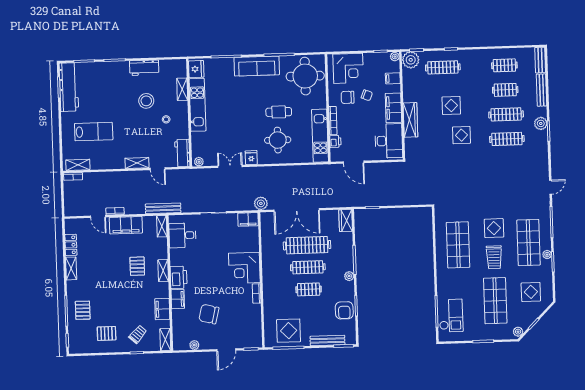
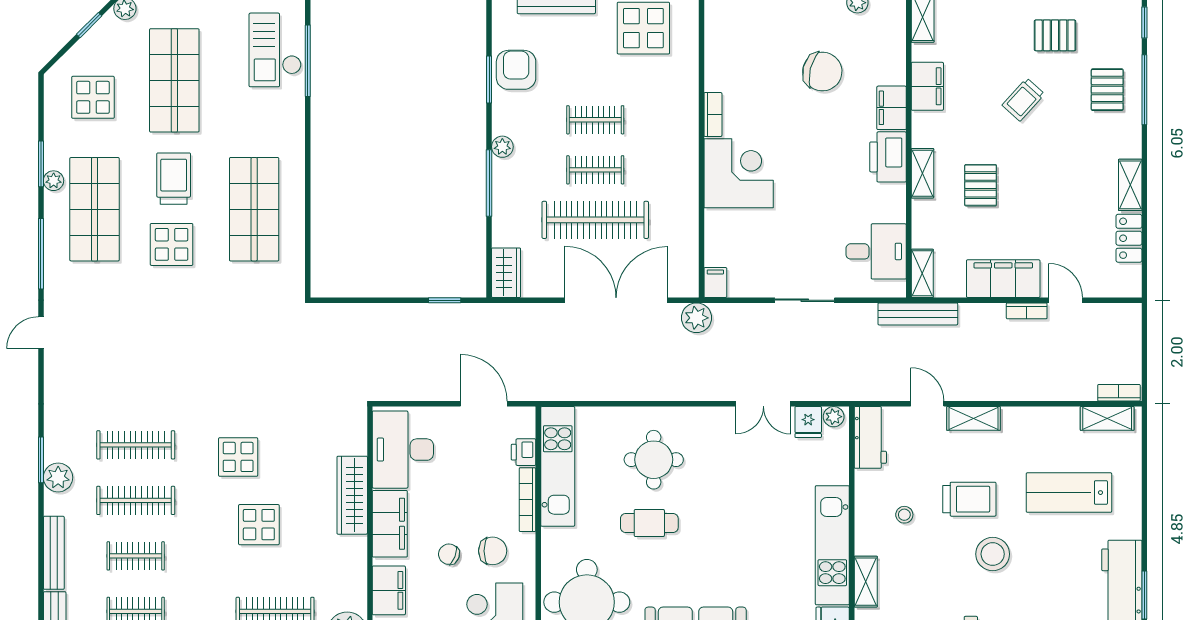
filing cabinet: (393, 78) -> (389, 590), width x2.00
stool: (146, 101) -> (993, 554), moved
trolley: (138, 127) -> (969, 499), added
fridge: (251, 158) -> (808, 422), moved
filing cabinet: (248, 219) -> (715, 283), width x0.50
clothes rail: (308, 267) -> (595, 170), width x0.73
trolley: (138, 334) -> (1023, 100), moved

